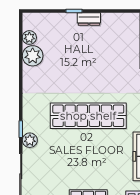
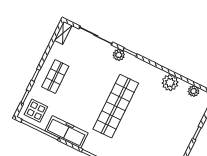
dresser: (89, 19) -> (186, 141), removed
plant: (33, 56) -> (170, 83), moved

